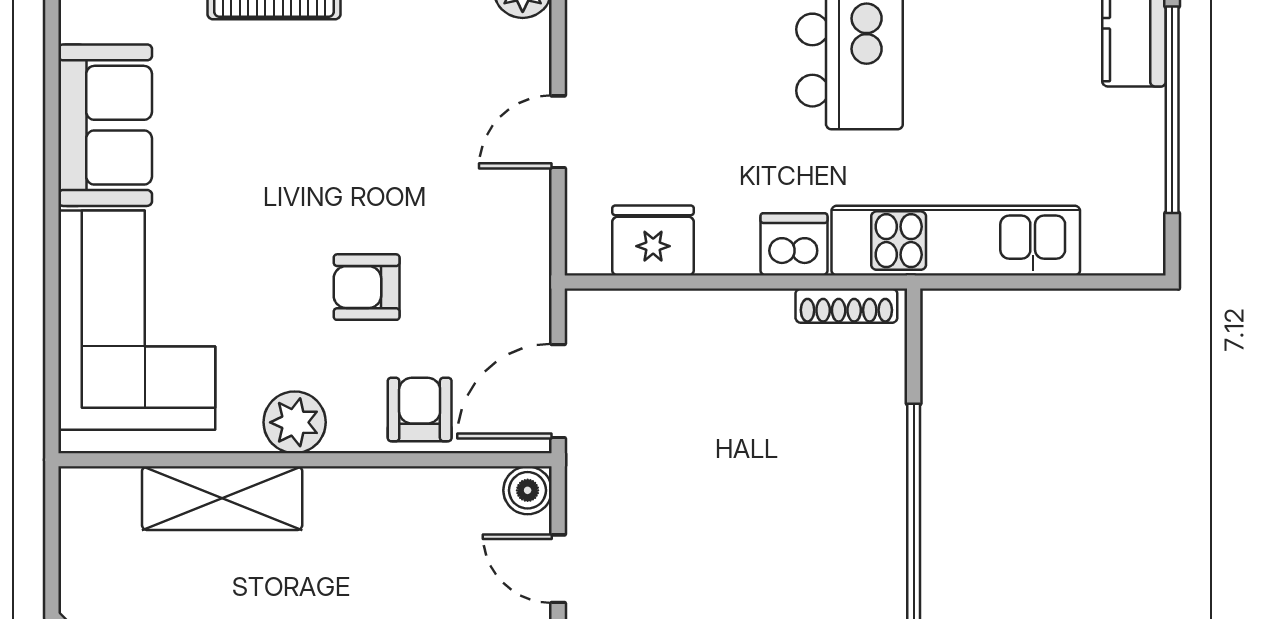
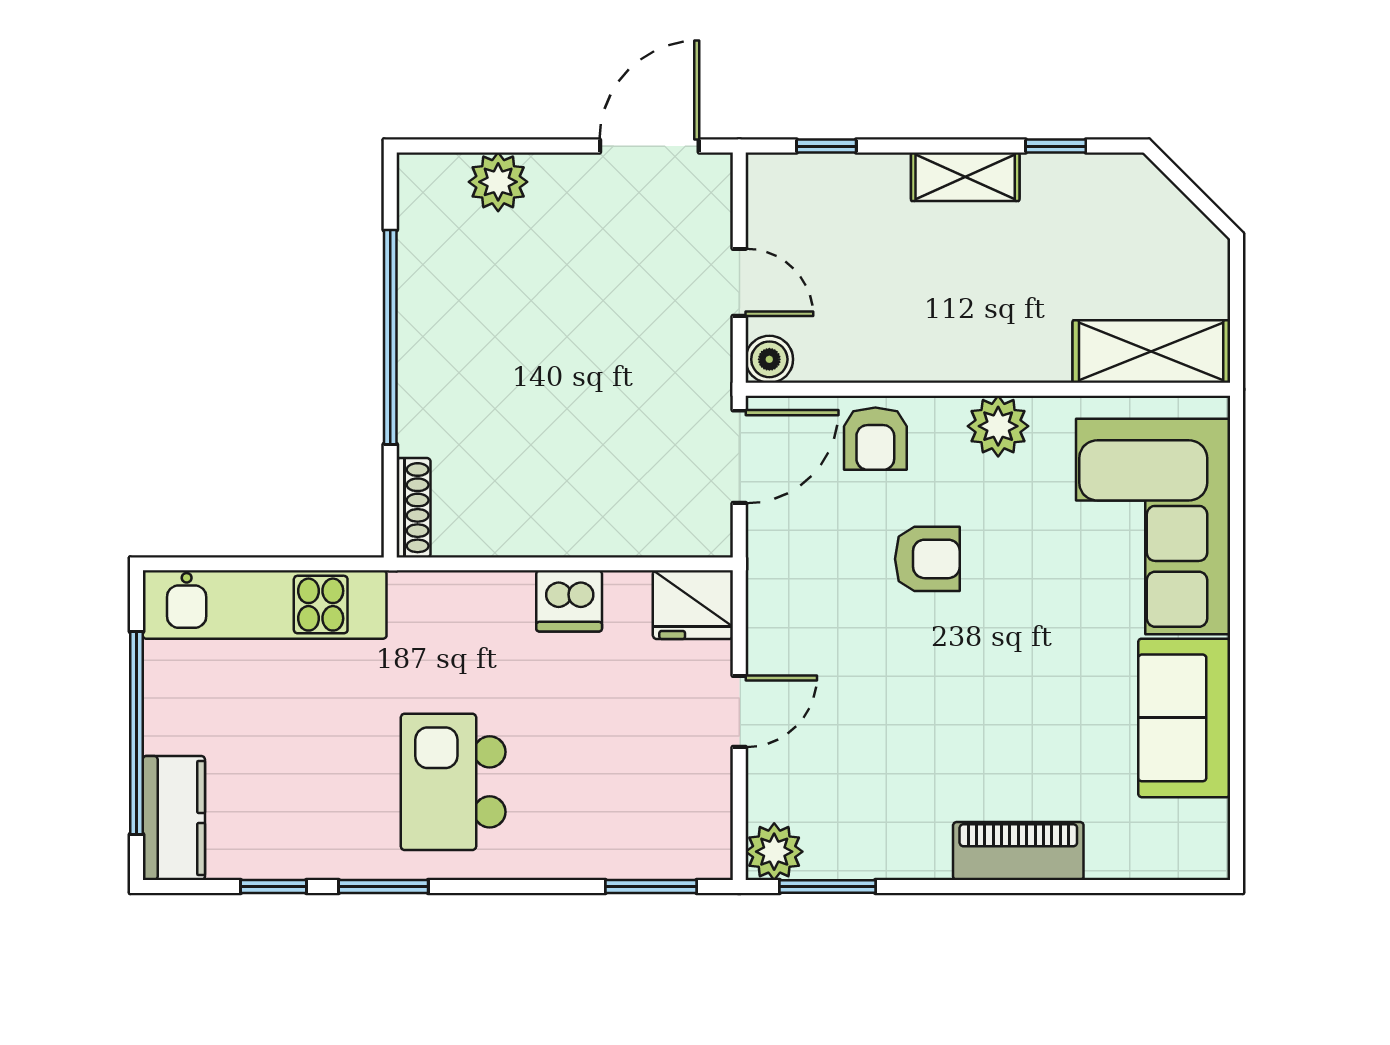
fridge: (653, 241) -> (693, 605), moved
kitchen unit: (956, 241) -> (265, 605), moved
dishwasher: (794, 244) -> (569, 601), moved
shoe rack: (846, 306) -> (414, 508), moved, turned 90
shelving: (222, 498) -> (1151, 352), moved

